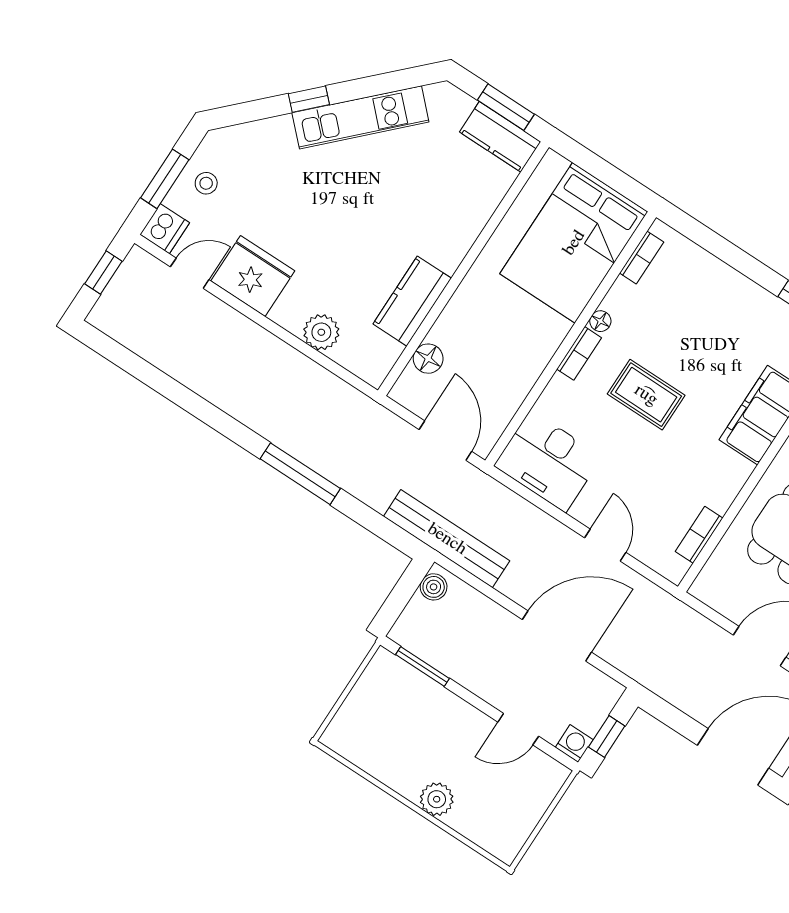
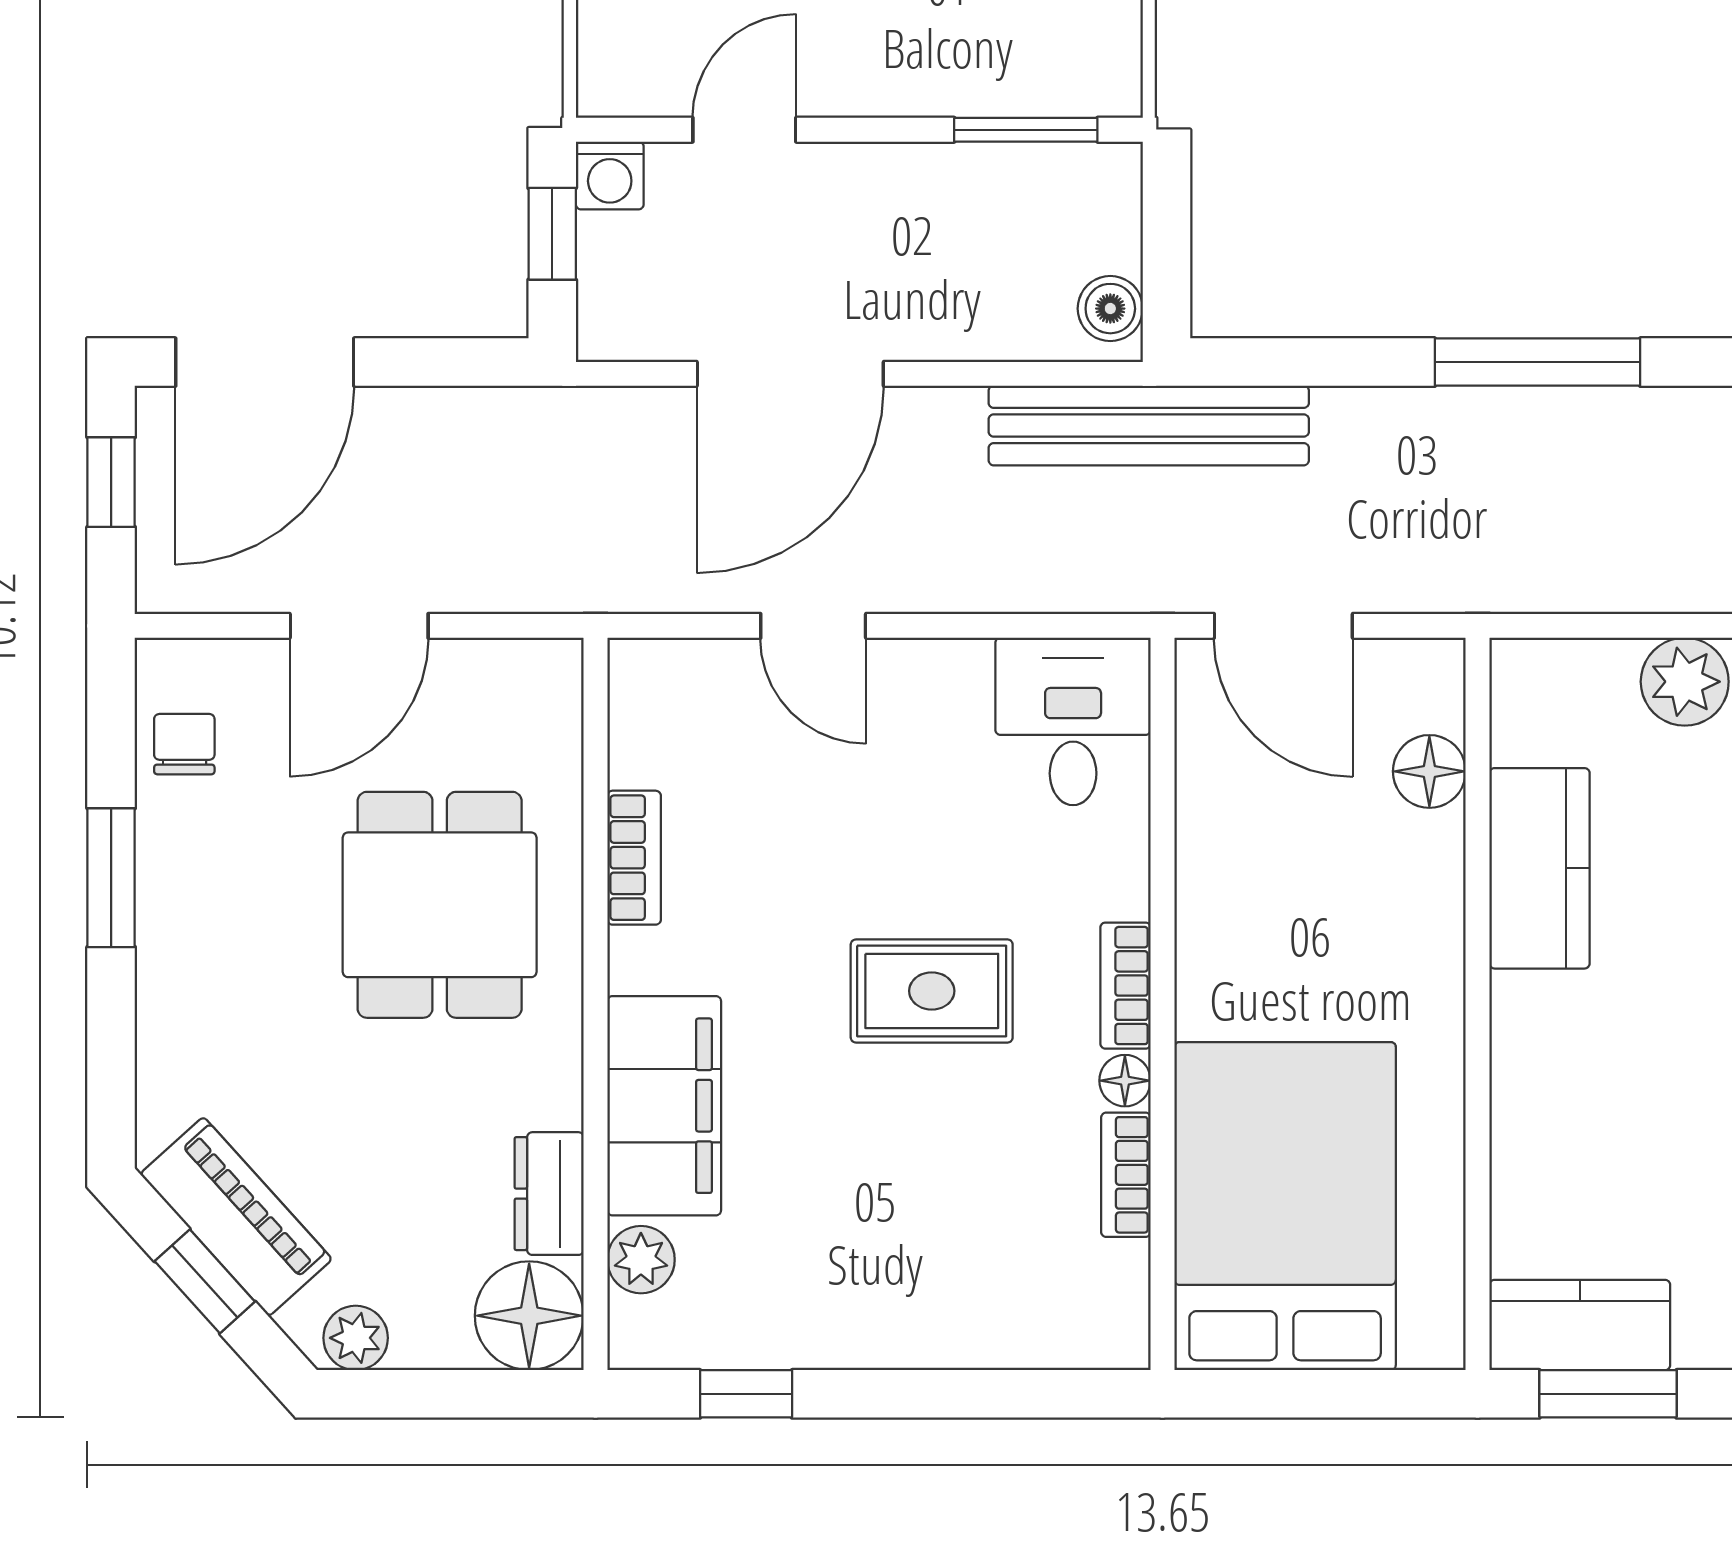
bookcase: (642, 258) -> (1126, 1175), moved
desk: (548, 461) -> (1073, 721), width x0.73
bookcase: (699, 535) -> (634, 858), moved

